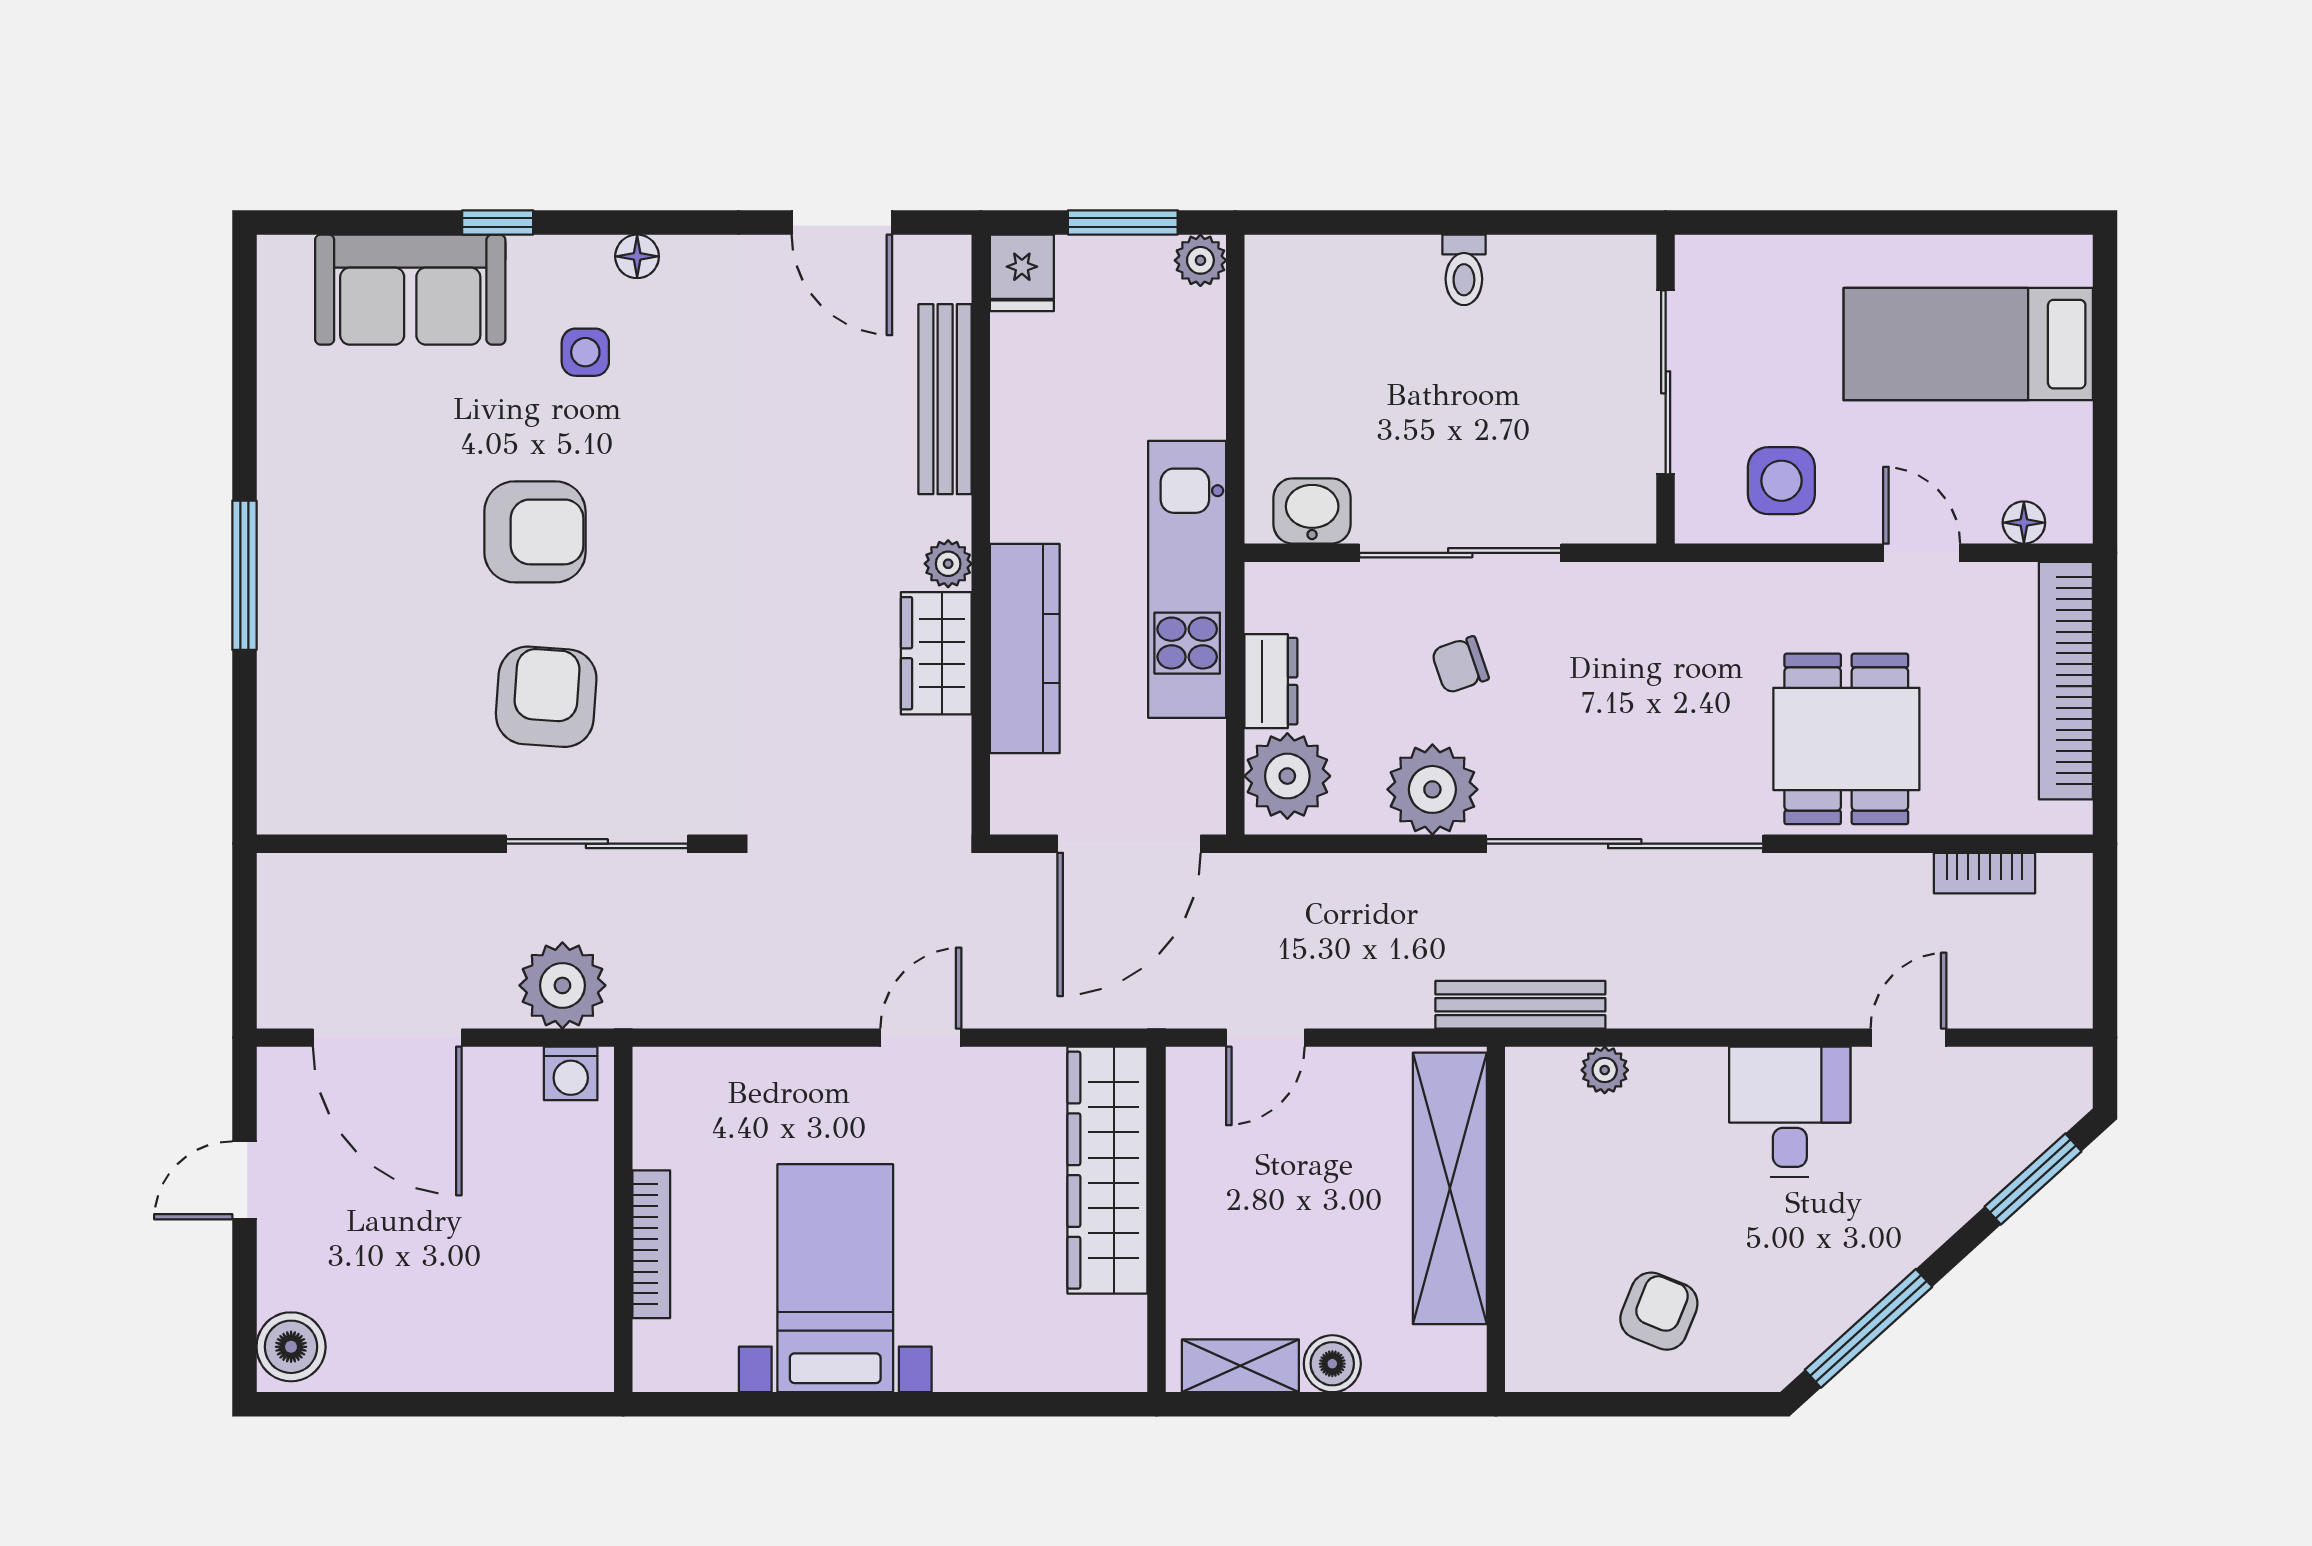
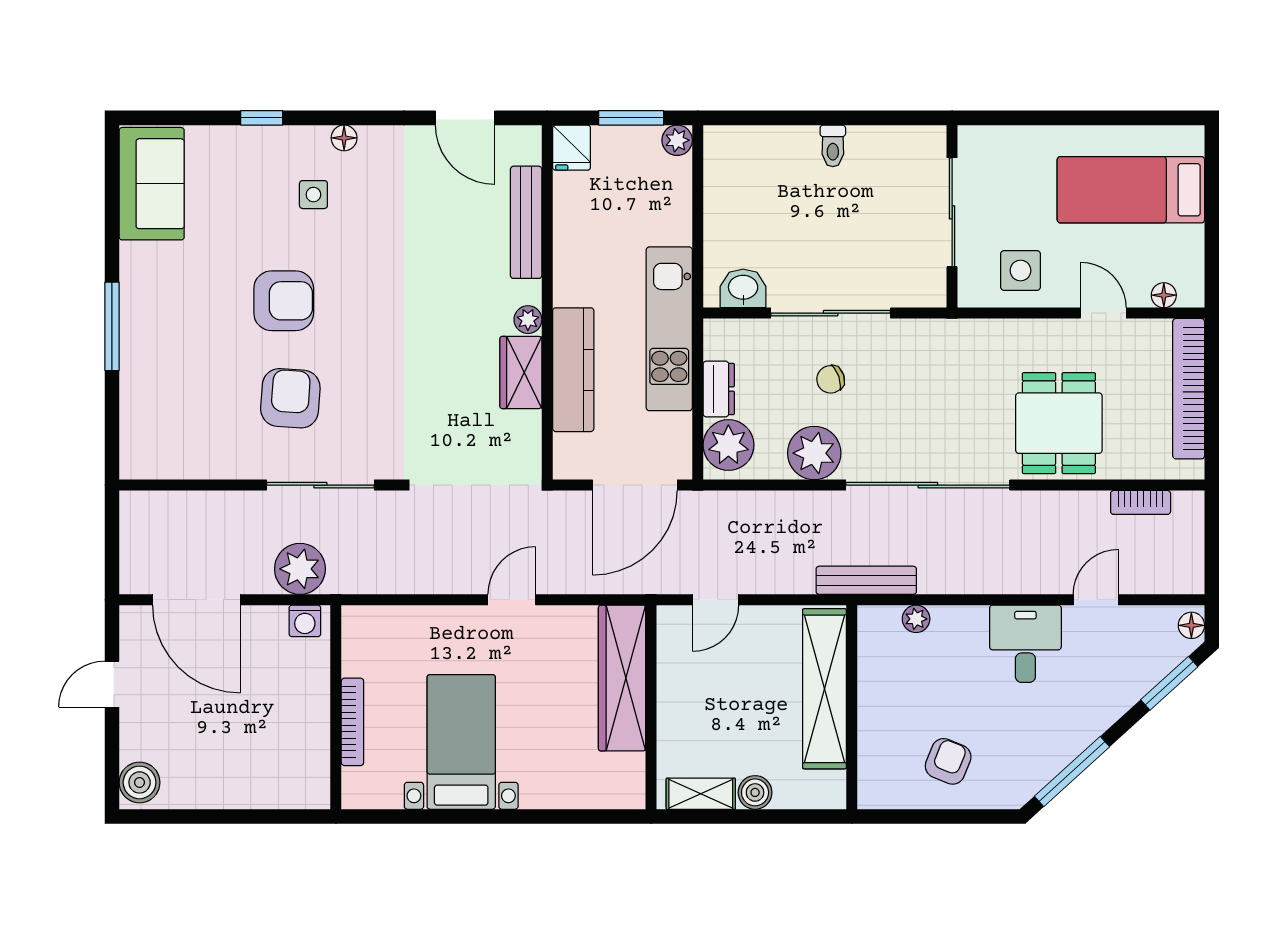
sofa: (410, 290) -> (152, 184), moved, turned -90
floor lamp: (2071, 1081) -> (1191, 625), added

